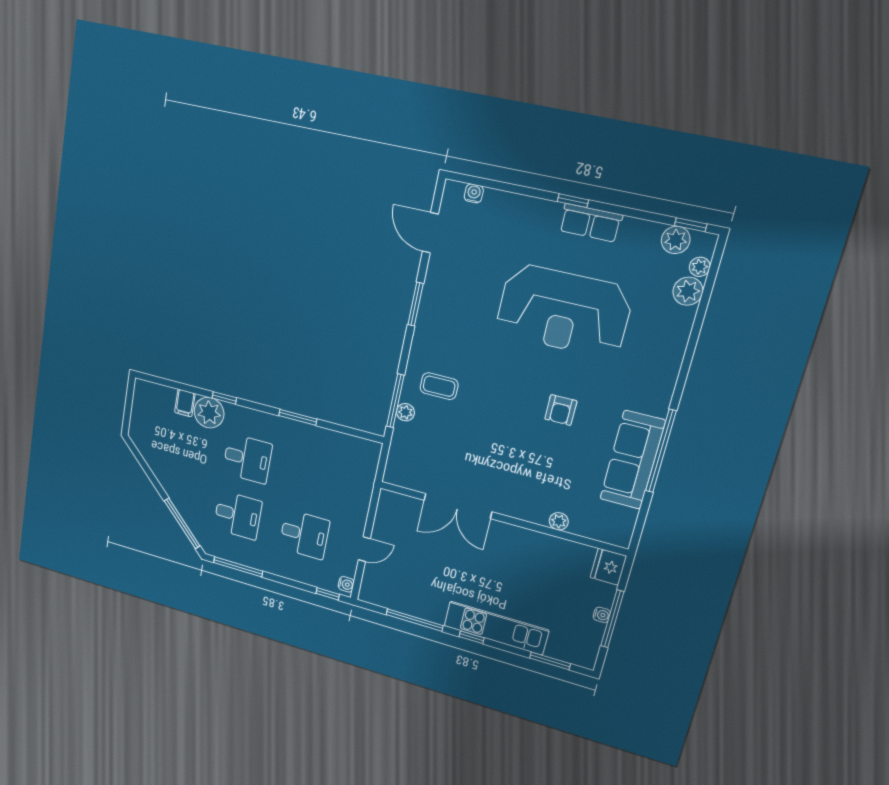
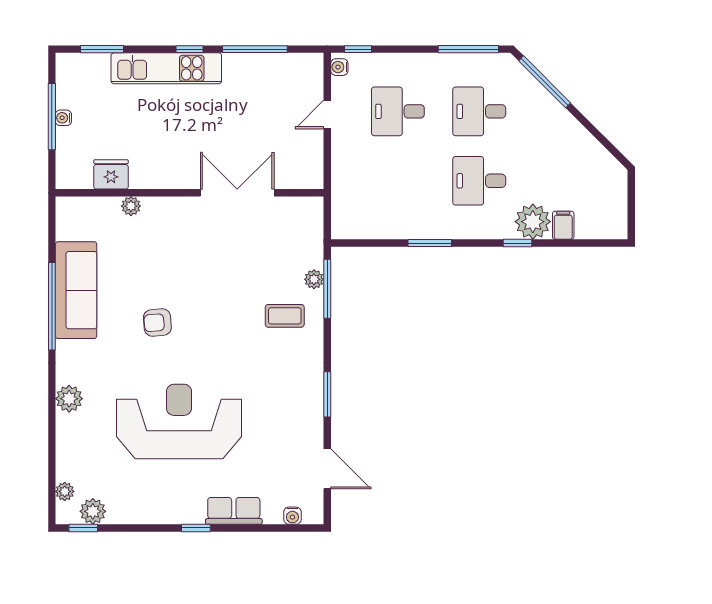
row of seats: (591, 223) -> (234, 511), moved
plant: (688, 291) -> (69, 399), moved
armchair: (561, 410) -> (157, 322), turned -95
fridge: (608, 567) -> (111, 174), moved, turned -90

